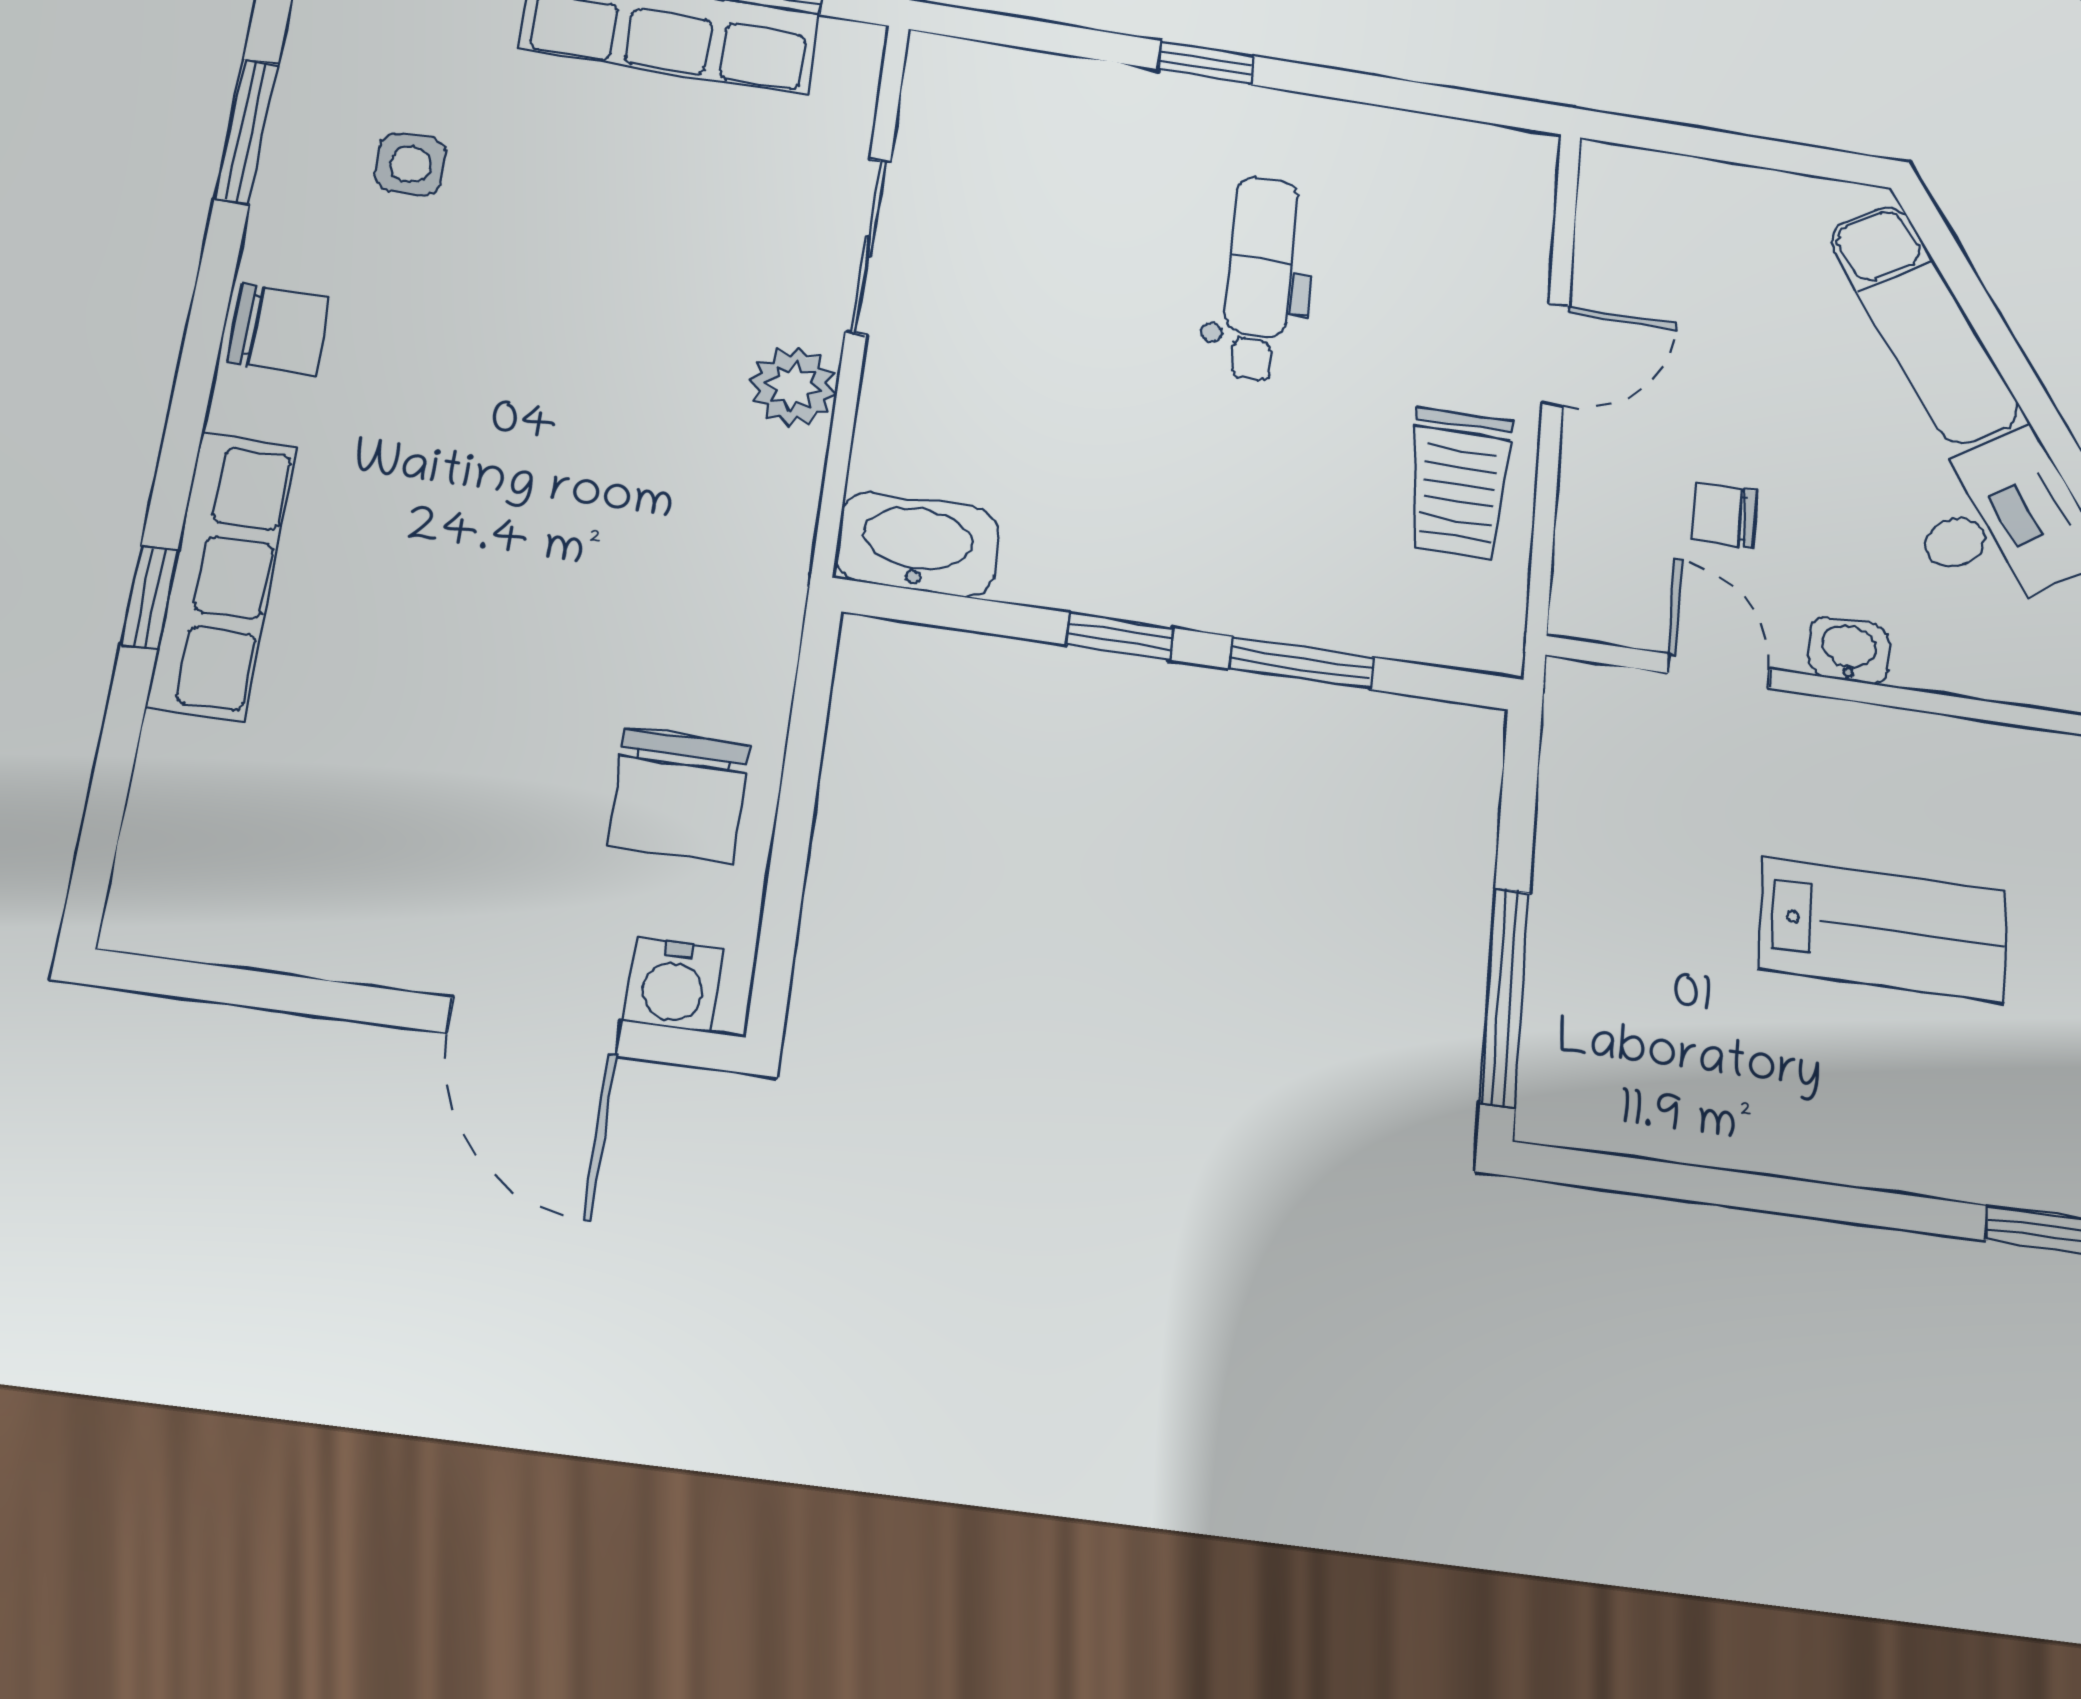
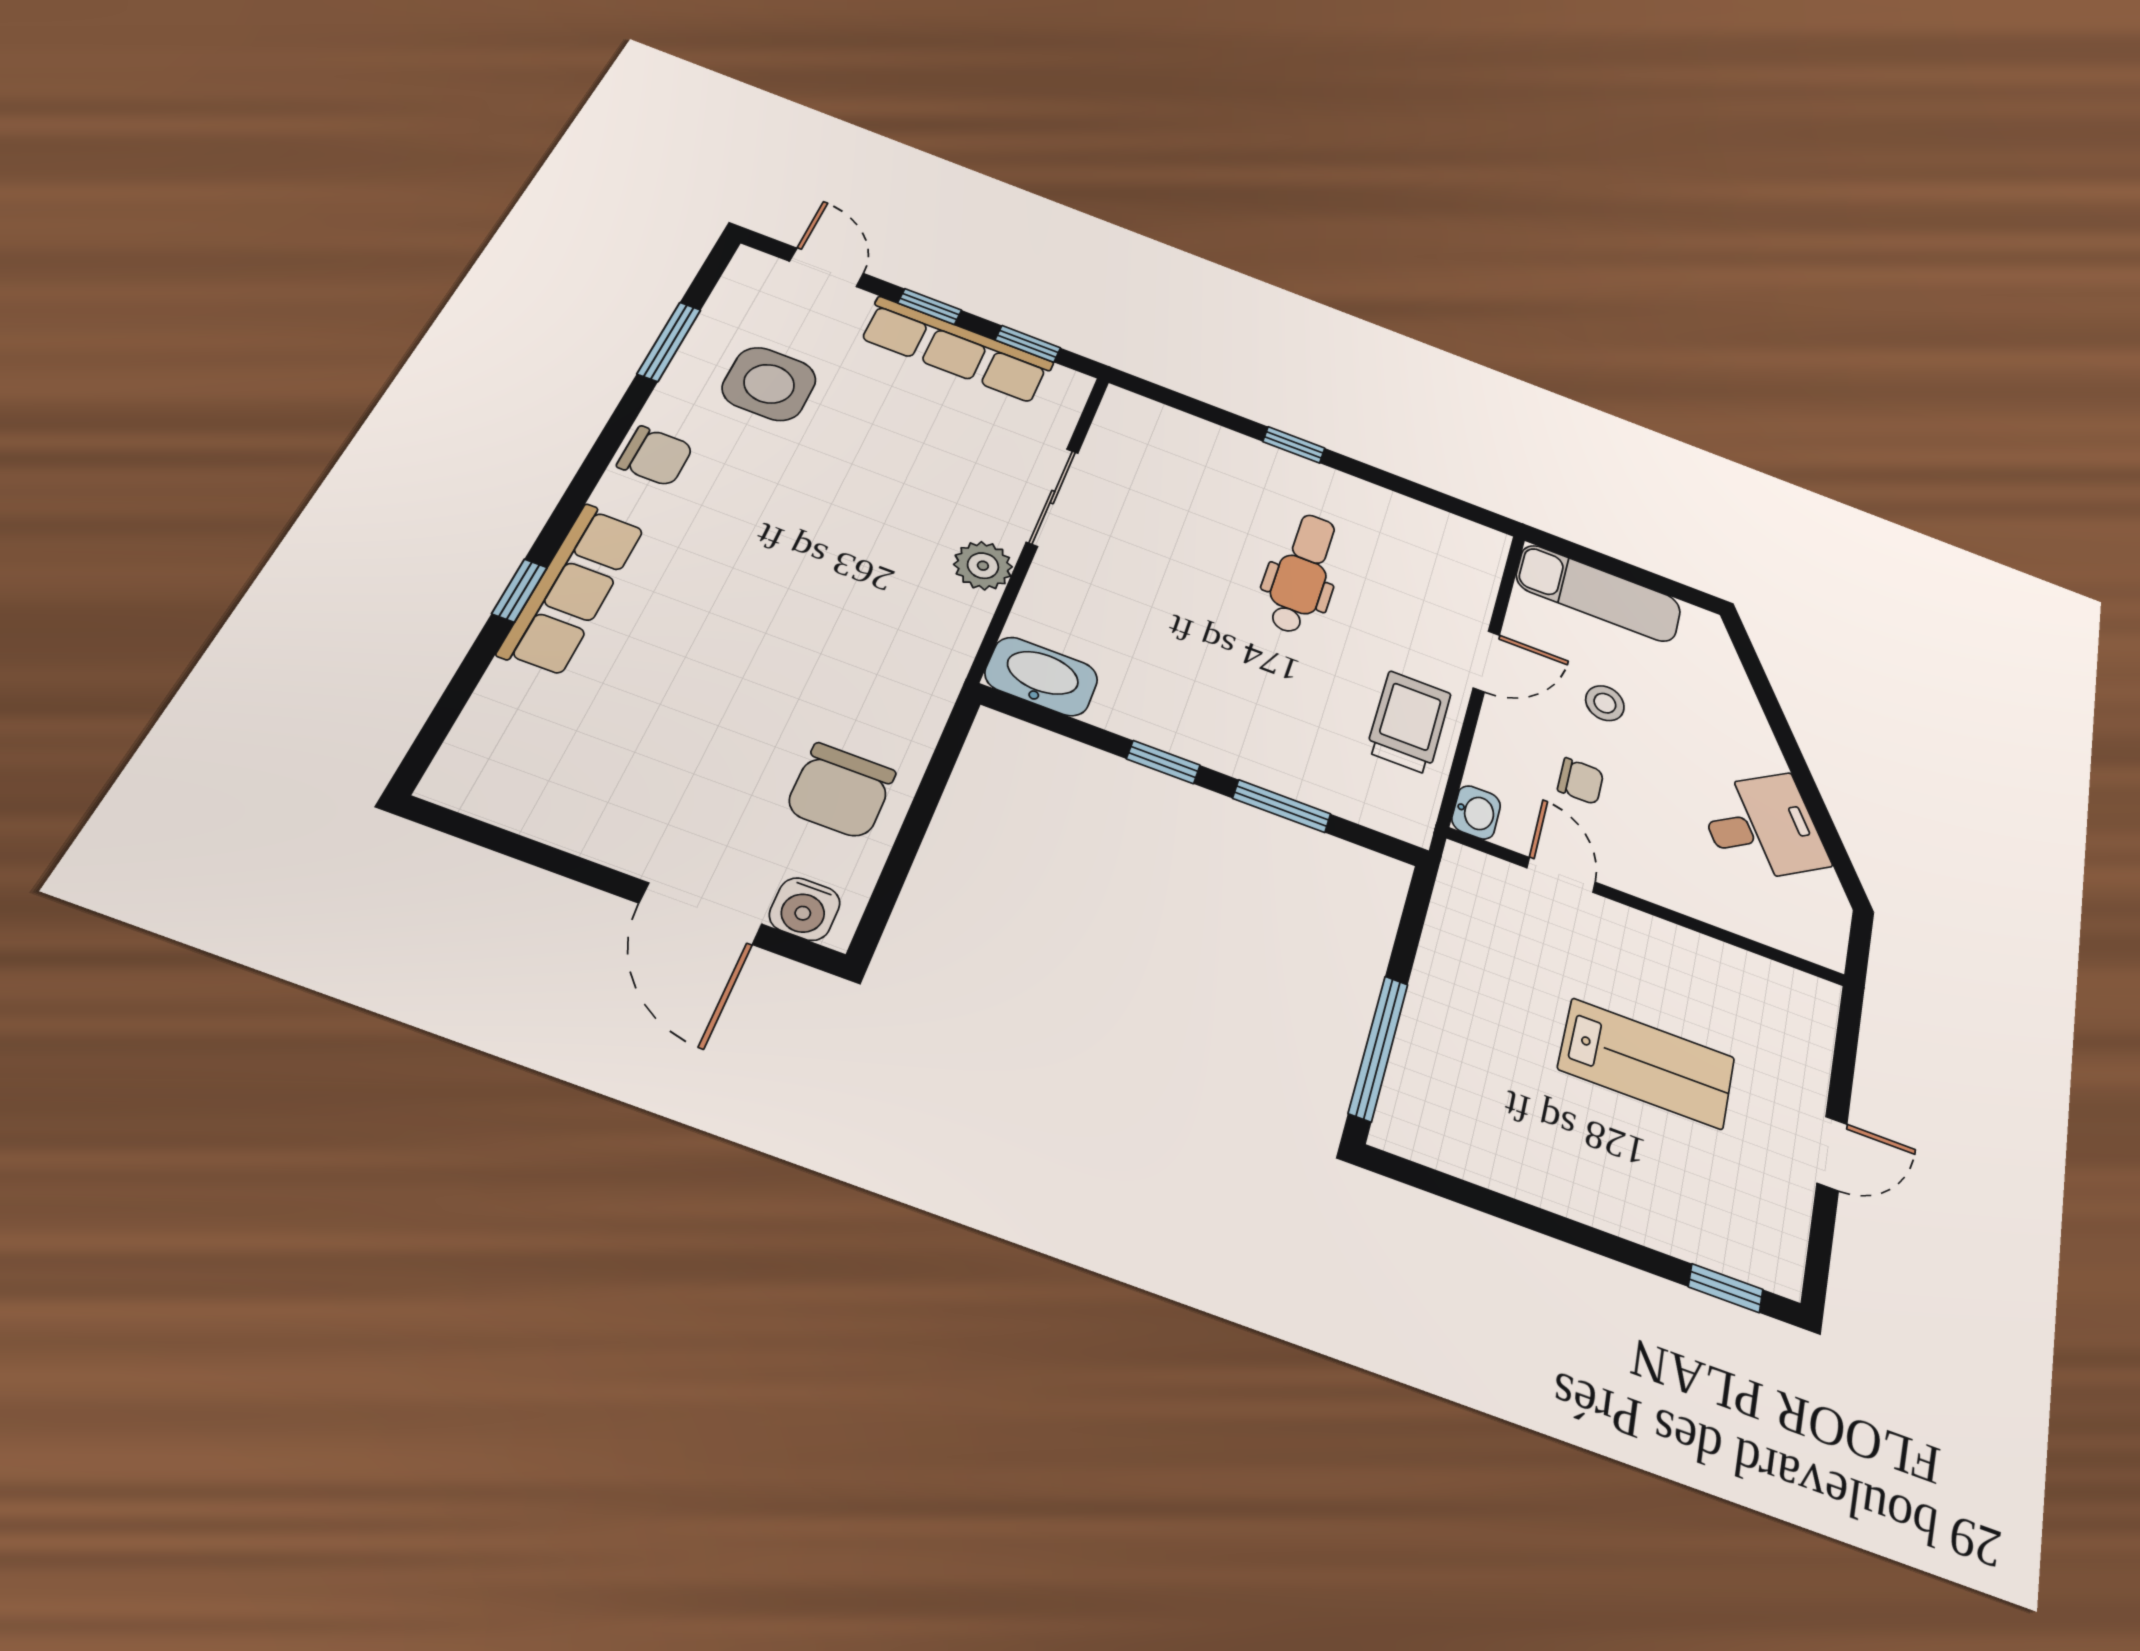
side table: (410, 164) -> (769, 384), width x1.87, depth x1.87
exam couch: (1925, 324) -> (1598, 593), moved, turned -58
stool: (1741, 379) -> (1605, 703), added
trolley: (1459, 484) -> (1409, 722), turned 180
chair: (1724, 515) -> (1581, 781), turned 180
washbasin: (1849, 650) -> (1476, 812), moved, turned 90

